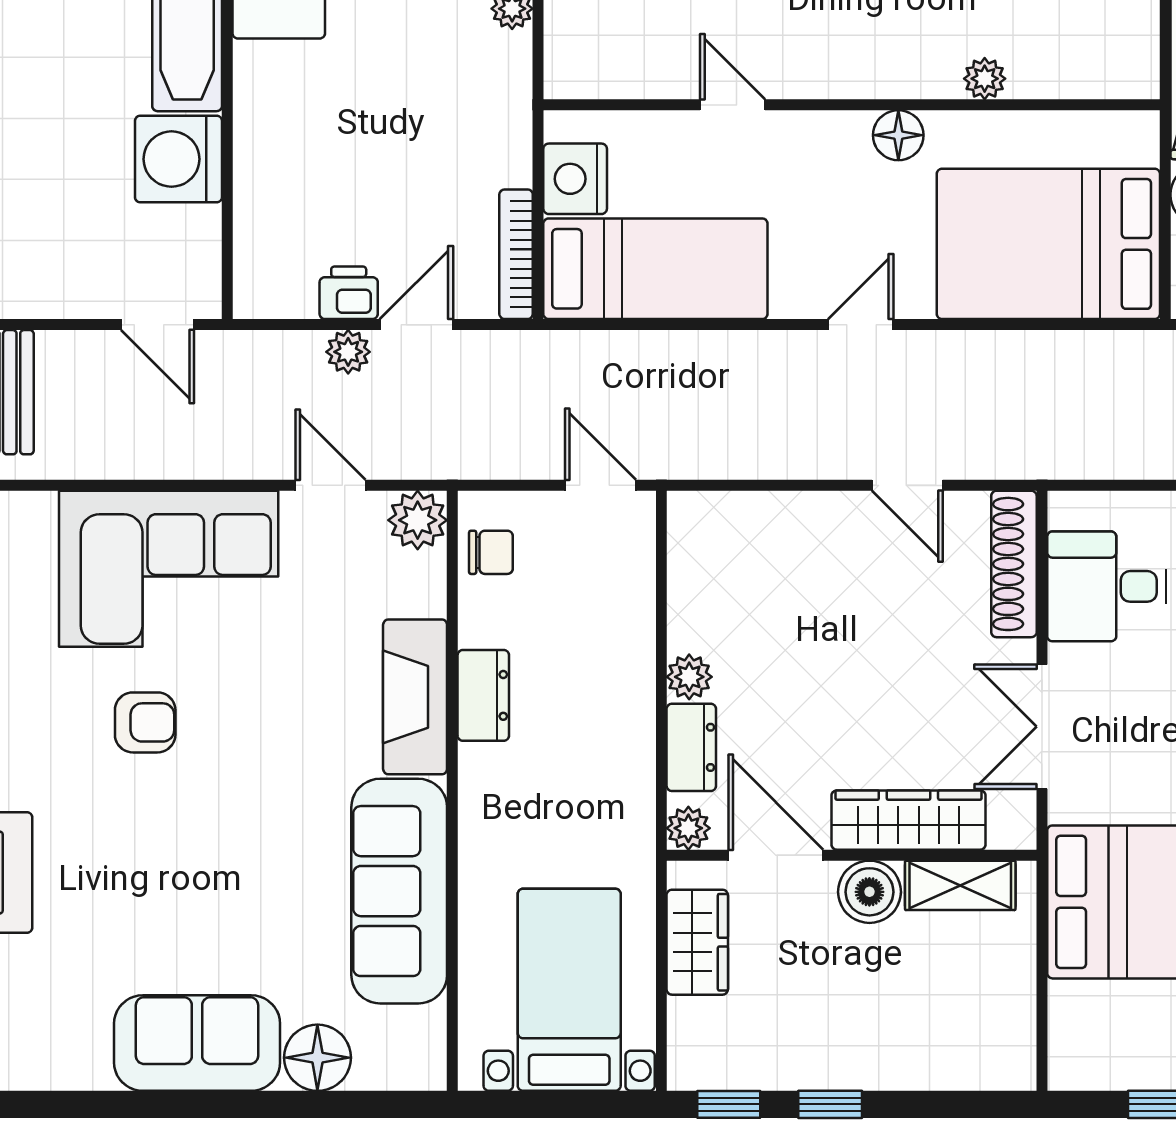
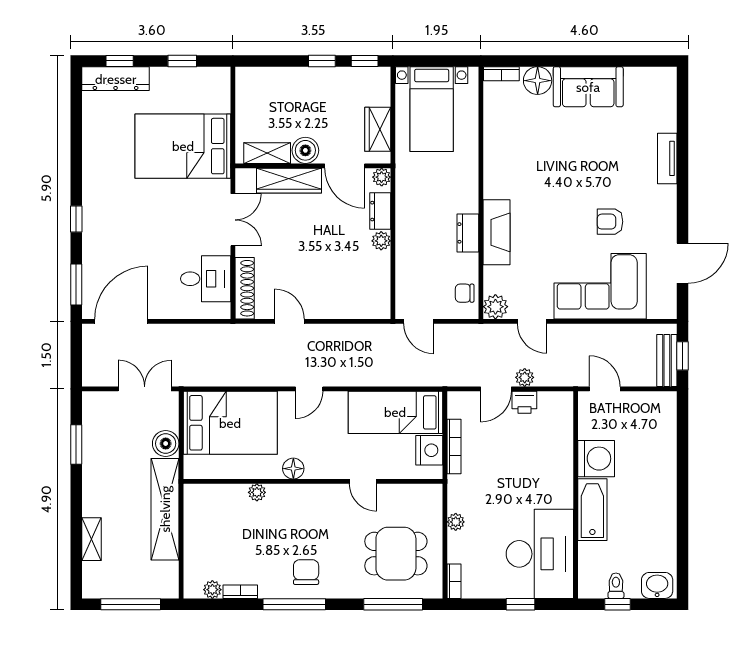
bookcase: (516, 254) -> (454, 447), moved
sofa: (399, 891) -> (503, 151), removed
bookcase: (404, 1074) -> (501, 74), added

